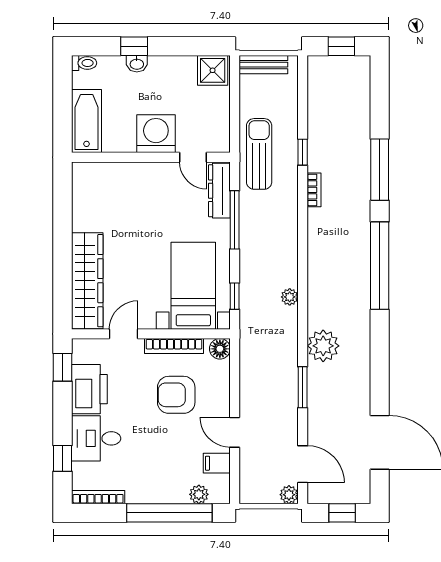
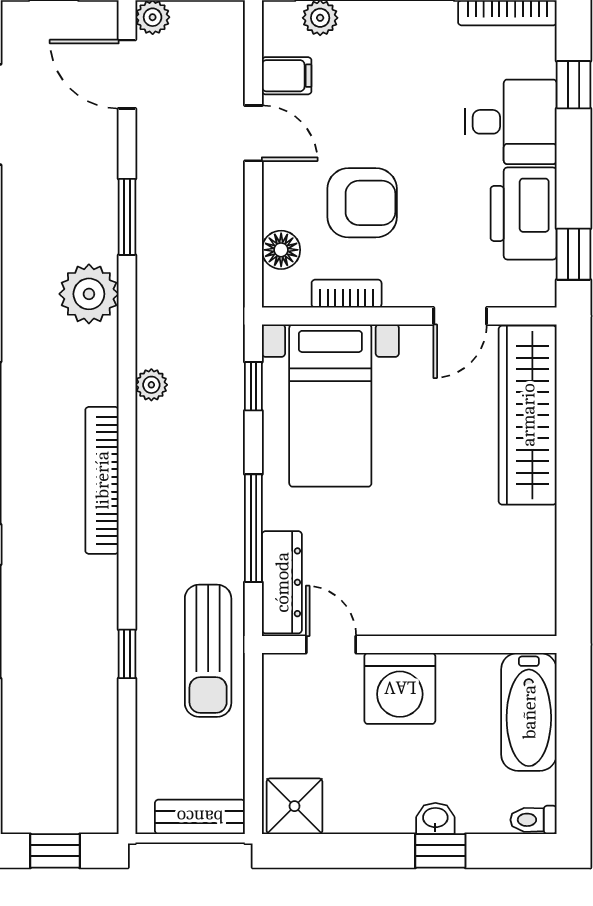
bookcase: (314, 190) -> (102, 480), moved, width x2.31, depth x1.31
bookcase: (174, 346) -> (347, 294), width x0.64
floor lamp: (220, 349) -> (281, 250), moved

